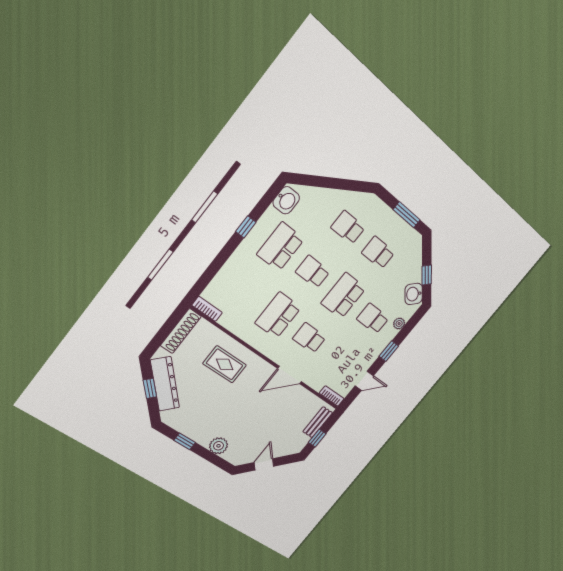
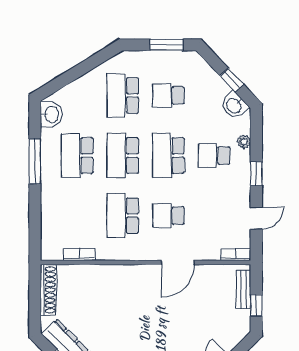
window: (246, 227) -> (35, 161), width x2.17
school desk: (348, 227) -> (123, 95), width x1.85
school desk: (313, 272) -> (123, 156), width x1.85
bookcase: (207, 309) -> (79, 254), moved
rug: (225, 364) -> (110, 294), removed

